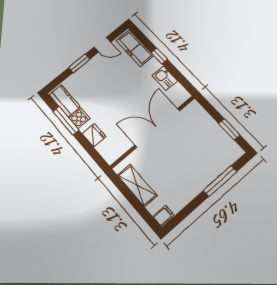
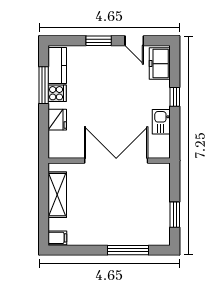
freezer: (135, 48) -> (160, 64), width x0.71

